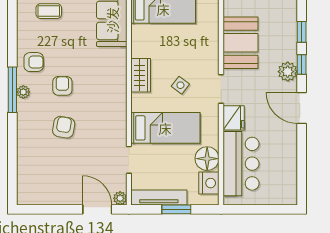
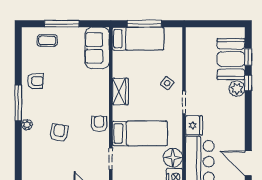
booth: (240, 43) -> (231, 59), moved
side table: (180, 85) -> (167, 83), moved
armchair: (62, 86) -> (99, 124), moved
plant: (23, 92) -> (27, 125), moved
door: (302, 108) -> (248, 163), moved

